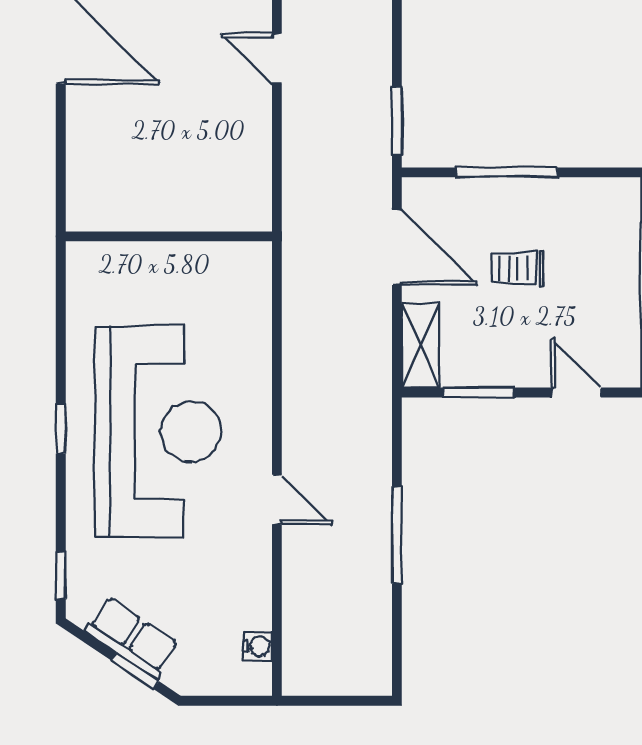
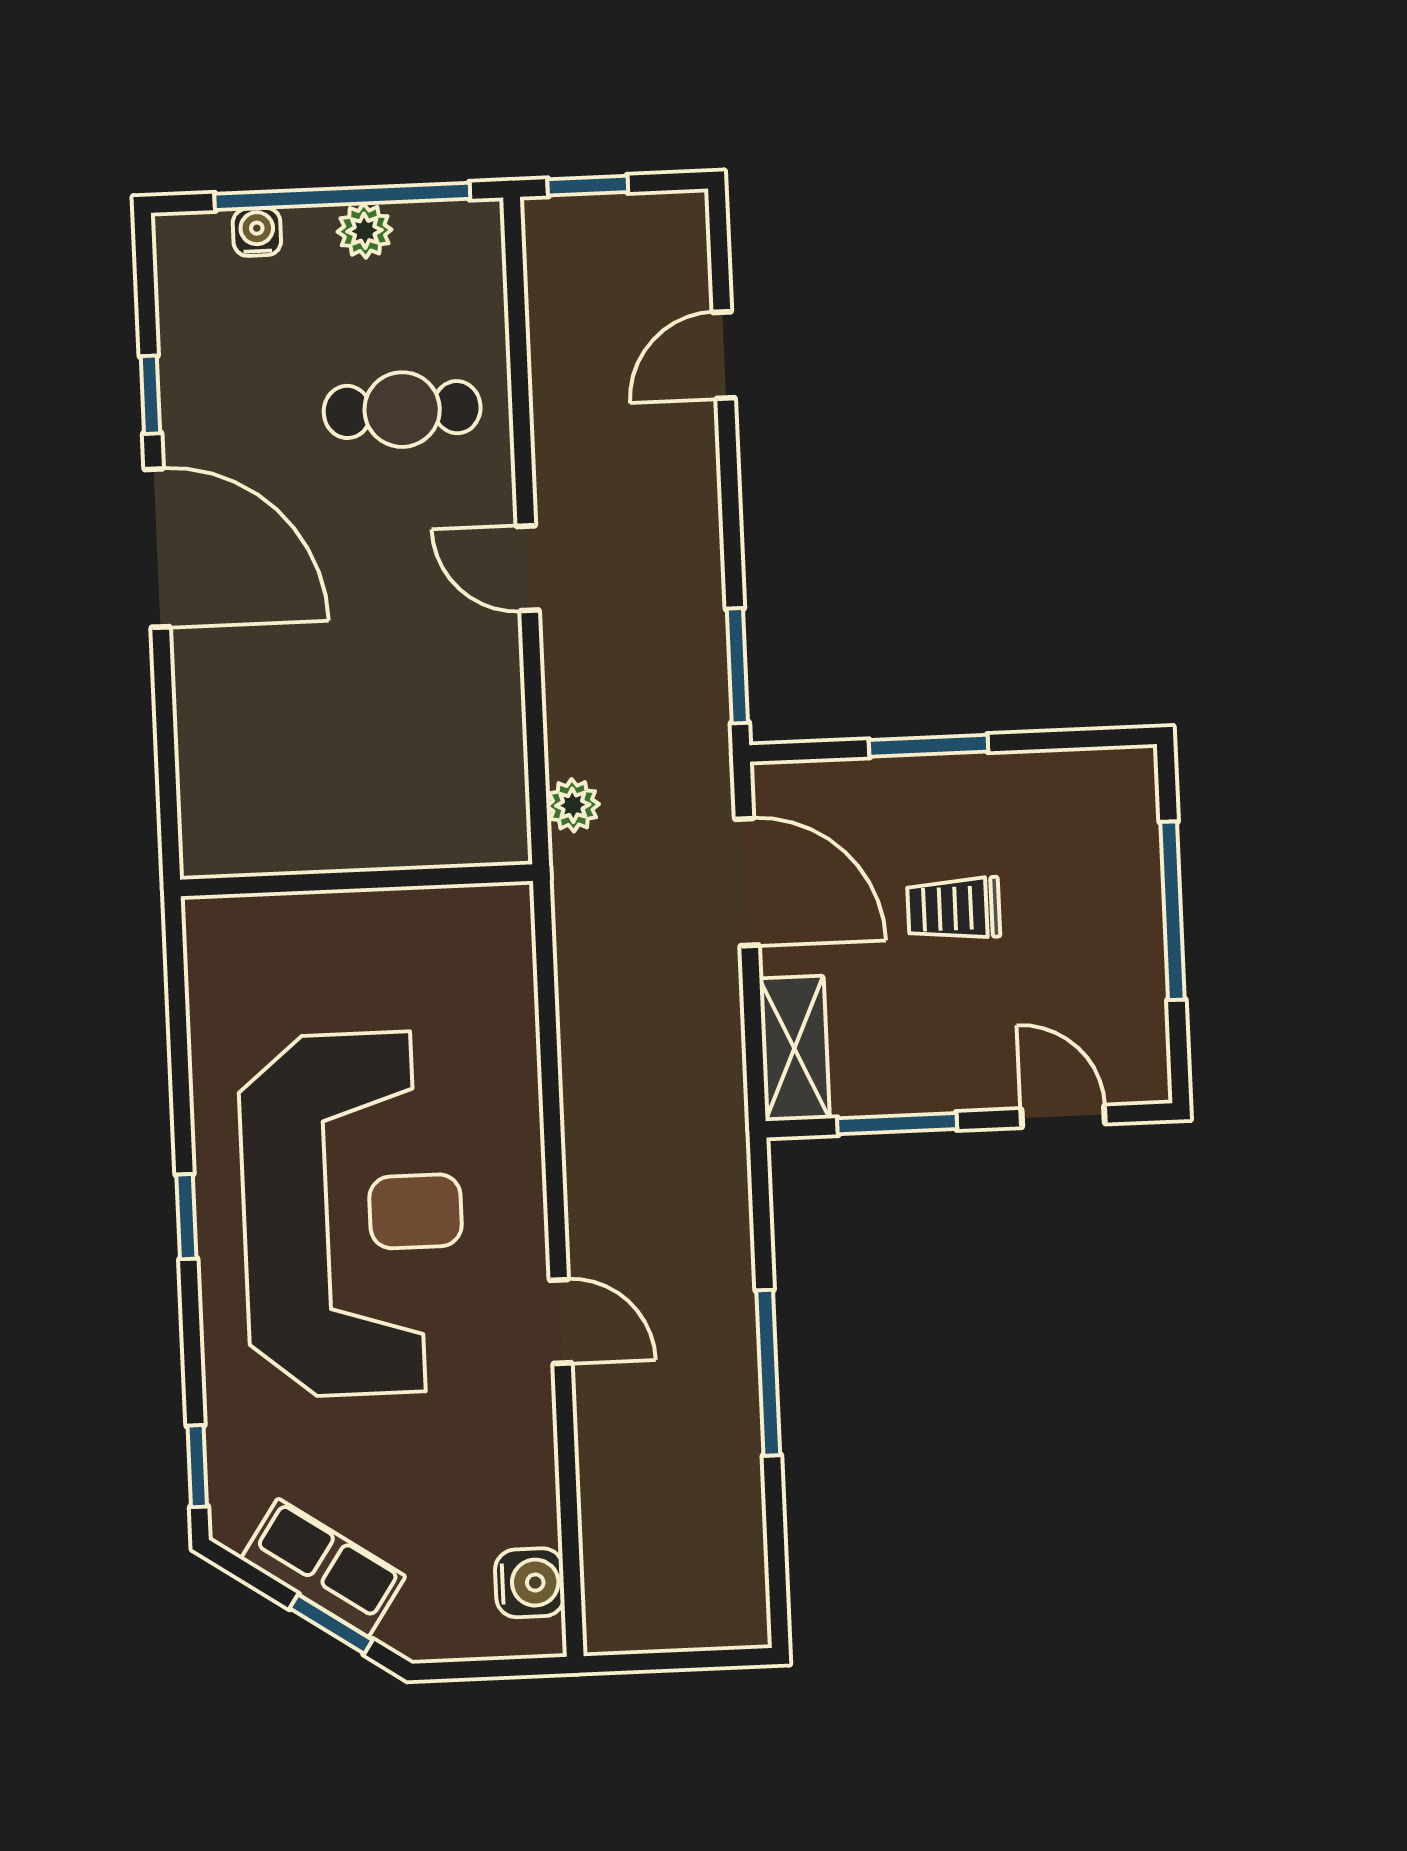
window: (507, 172) -> (928, 746), width x0.69
plant: (297, 198) -> (573, 805), added
water cooler: (258, 646) -> (530, 1583), width x1.38, depth x1.38

